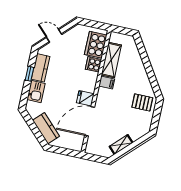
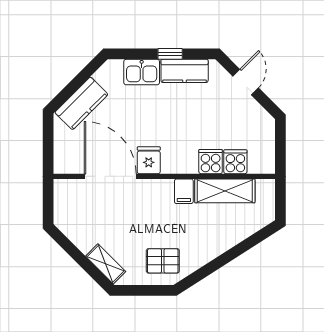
cooker: (96, 45) -> (235, 162), width x0.53, depth x0.76
pallet: (142, 102) -> (163, 261), turned 90
shelving: (121, 145) -> (106, 264), moved

